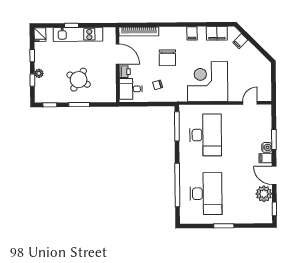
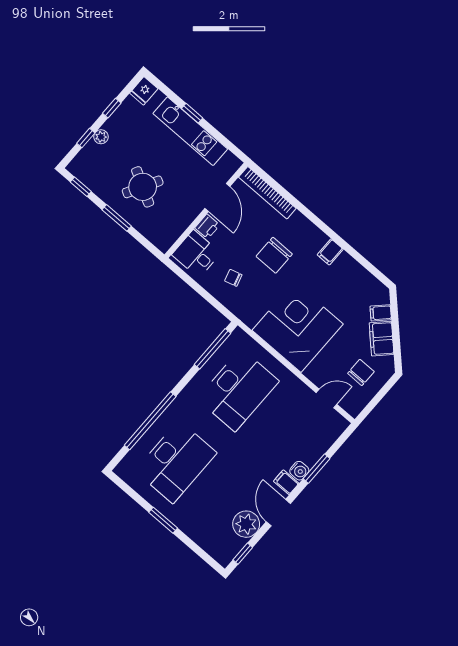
filing cabinet: (217, 33) -> (382, 339), moved, turned 45
chair: (255, 77) -> (361, 372), added

